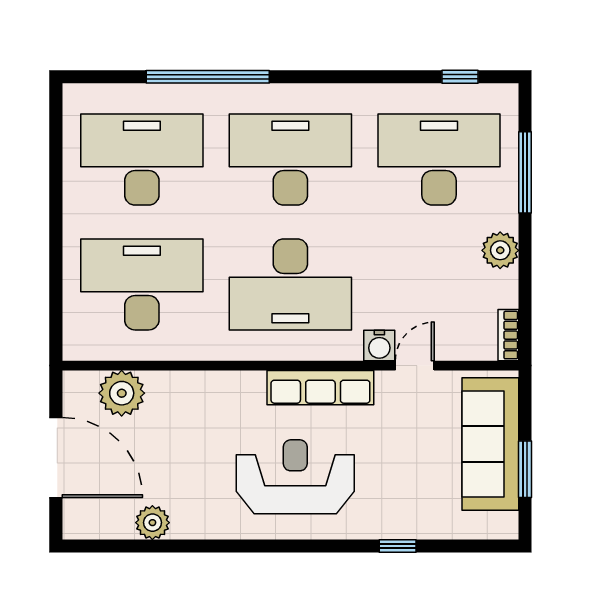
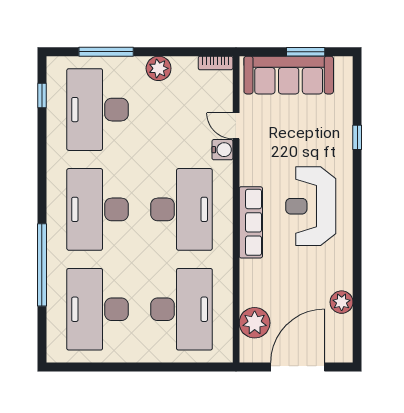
desk: (142, 284) -> (182, 309), turned 180
row of seats: (320, 388) -> (251, 222), moved

